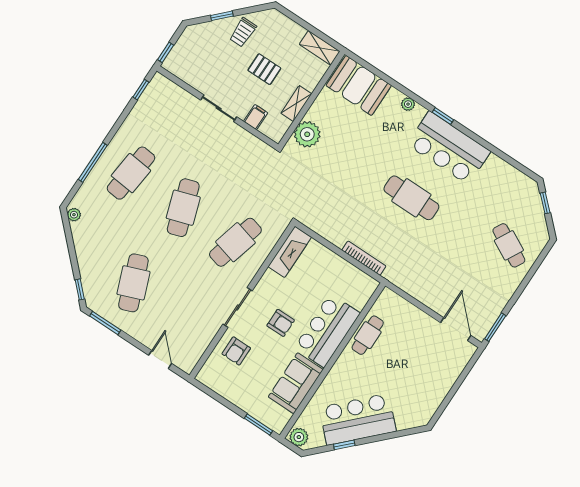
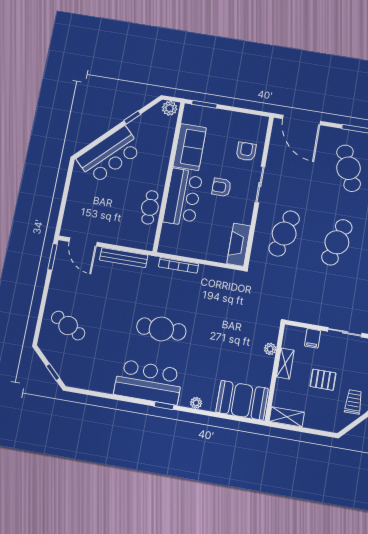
plant: (307, 134) -> (270, 349), width x0.53, depth x0.53
cafe table: (183, 208) -> (337, 242), turned 33
bench: (419, 292) -> (124, 258), added
door: (160, 359) -> (301, 120), width x1.87
bar counter: (358, 419) -> (110, 155), moved

